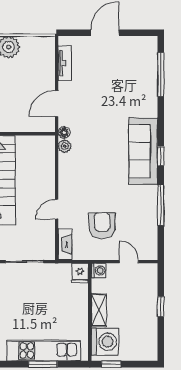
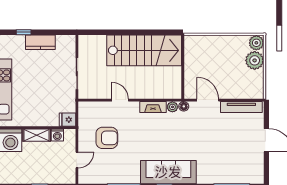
tv unit: (65, 63) -> (241, 107), width x1.41
fireplace: (65, 244) -> (153, 107), moved
washing machine: (99, 270) -> (57, 135), moved

